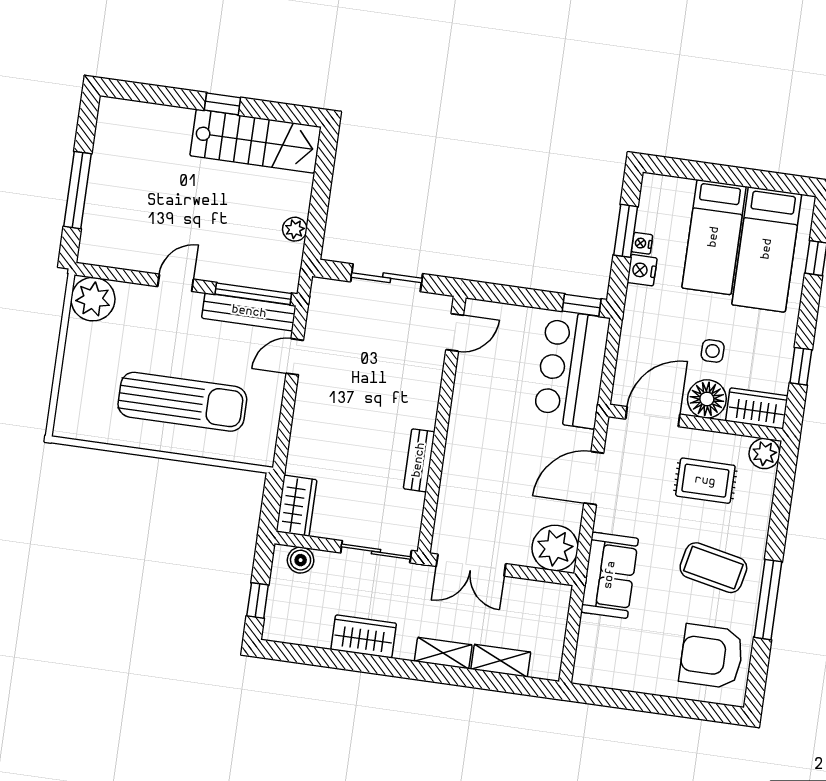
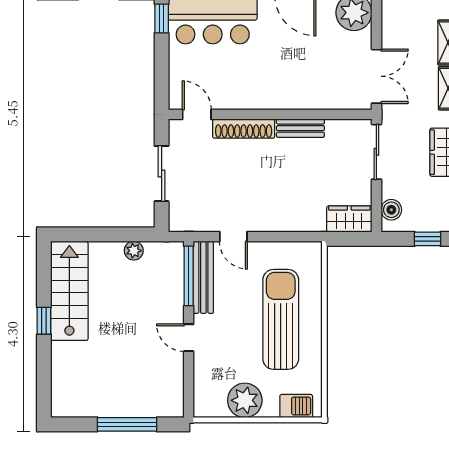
plant: (93, 299) -> (245, 400), moved
shoe rack: (429, 389) -> (244, 129), added
barbecue: (71, 406) -> (296, 406), added

